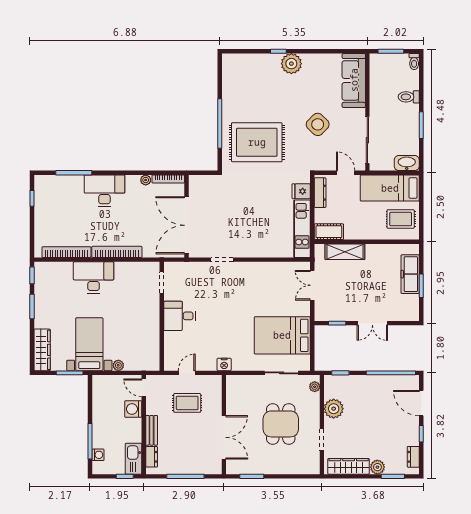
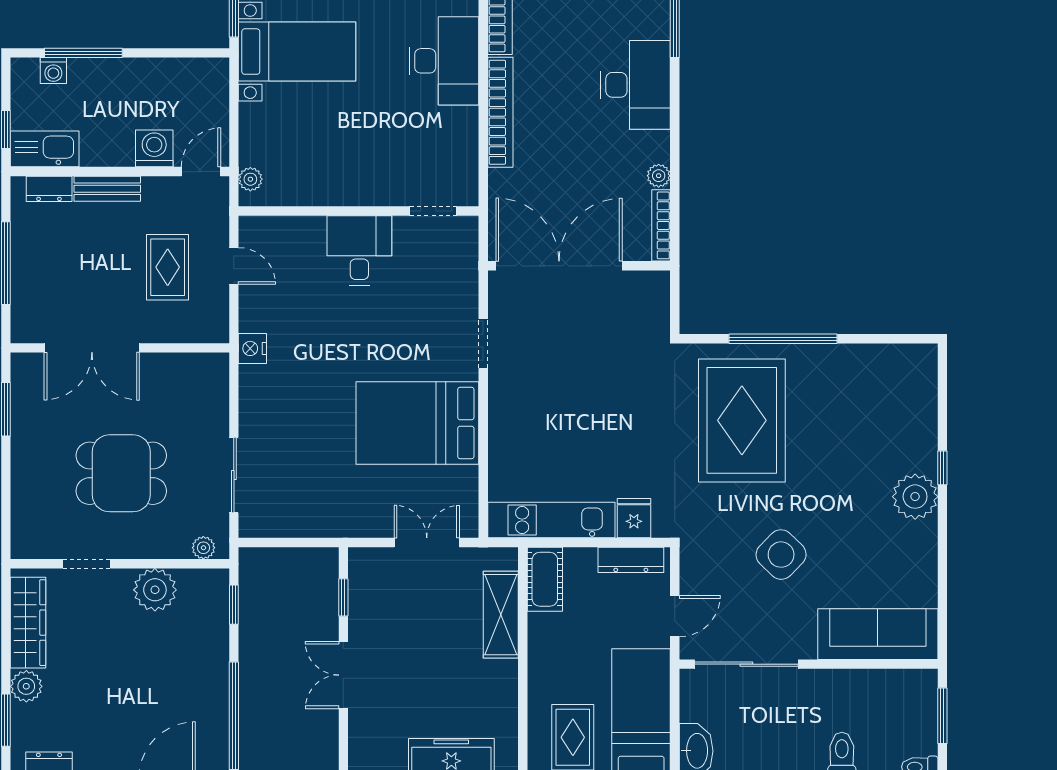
bed: (282, 335) -> (417, 423), moved, turned -90
plant: (118, 365) -> (250, 179), moved

